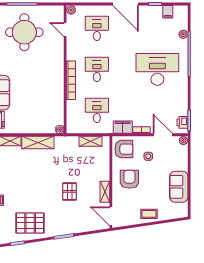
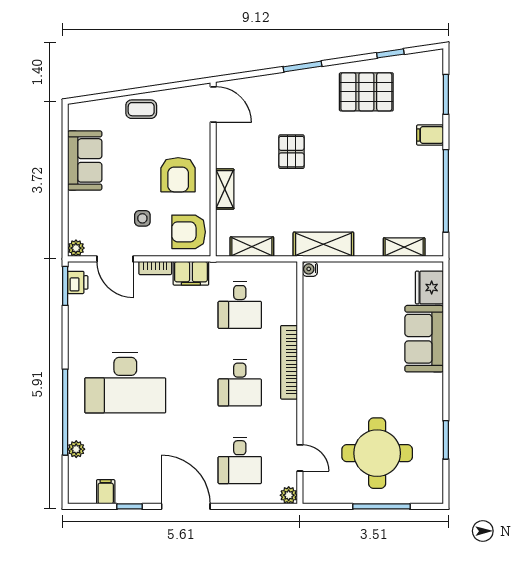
shelving: (38, 142) -> (323, 244), moved
shelving: (105, 192) -> (225, 189), moved

